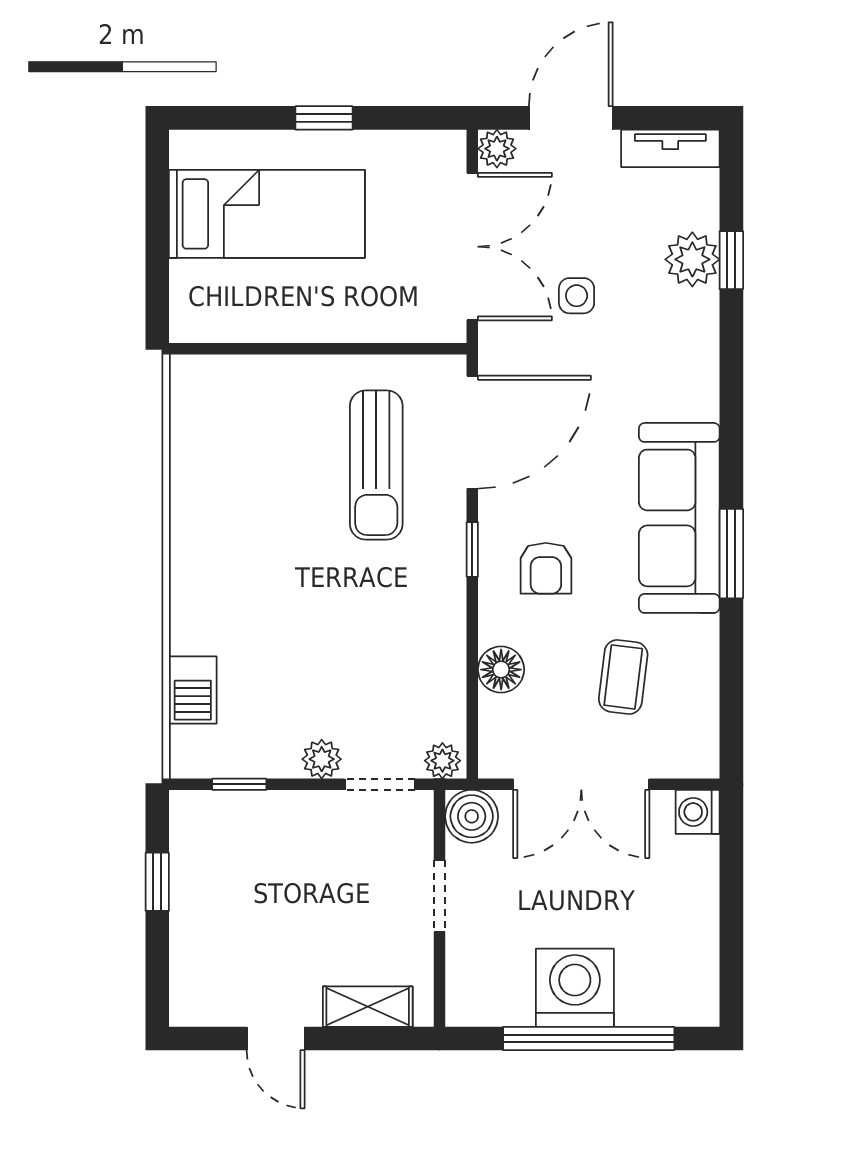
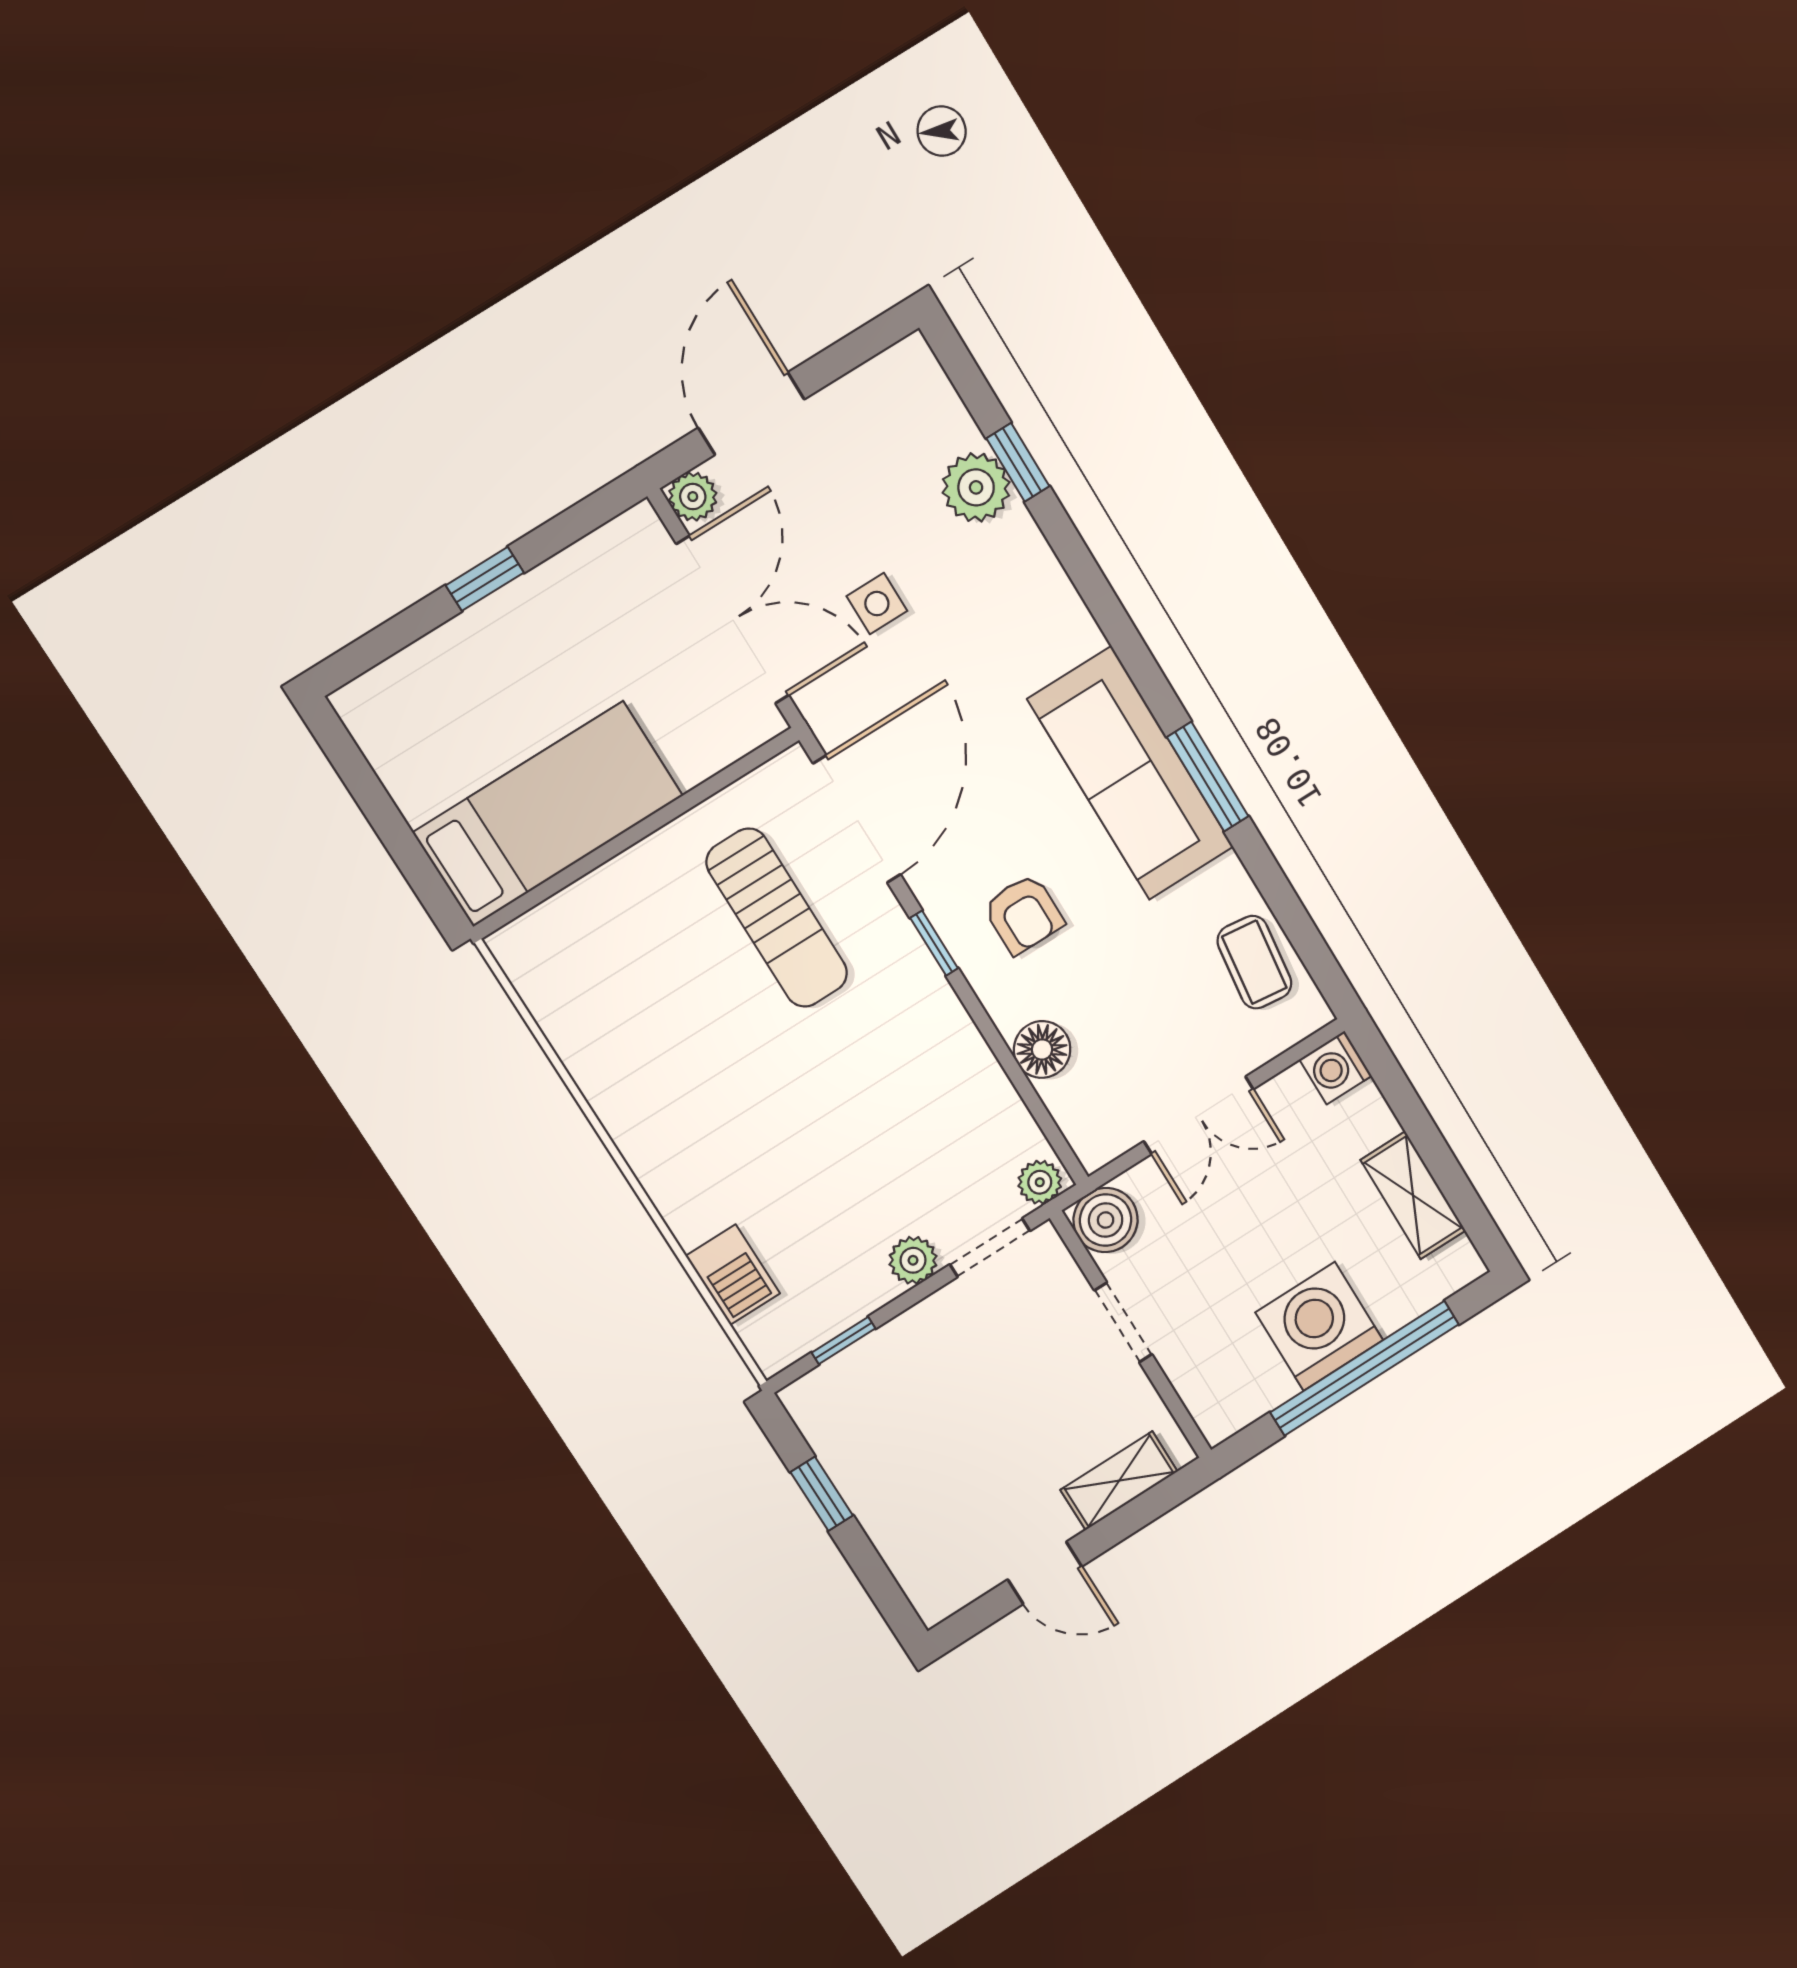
tv unit: (670, 148) -> (879, 381), removed
bed: (267, 214) -> (548, 814), moved
coffee table: (623, 677) -> (1254, 962), moved
double door: (581, 784) -> (1199, 1115), width x0.73
shelving: (698, 937) -> (1413, 1195), added

